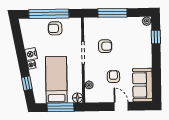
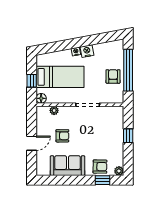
window: (112, 13) -> (128, 136), width x0.46
armchair: (105, 46) -> (100, 167), moved, turned -89
window: (27, 83) -> (57, 46), removed
sofa: (143, 85) -> (68, 166), moved
window: (61, 107) -> (32, 81), width x0.46

